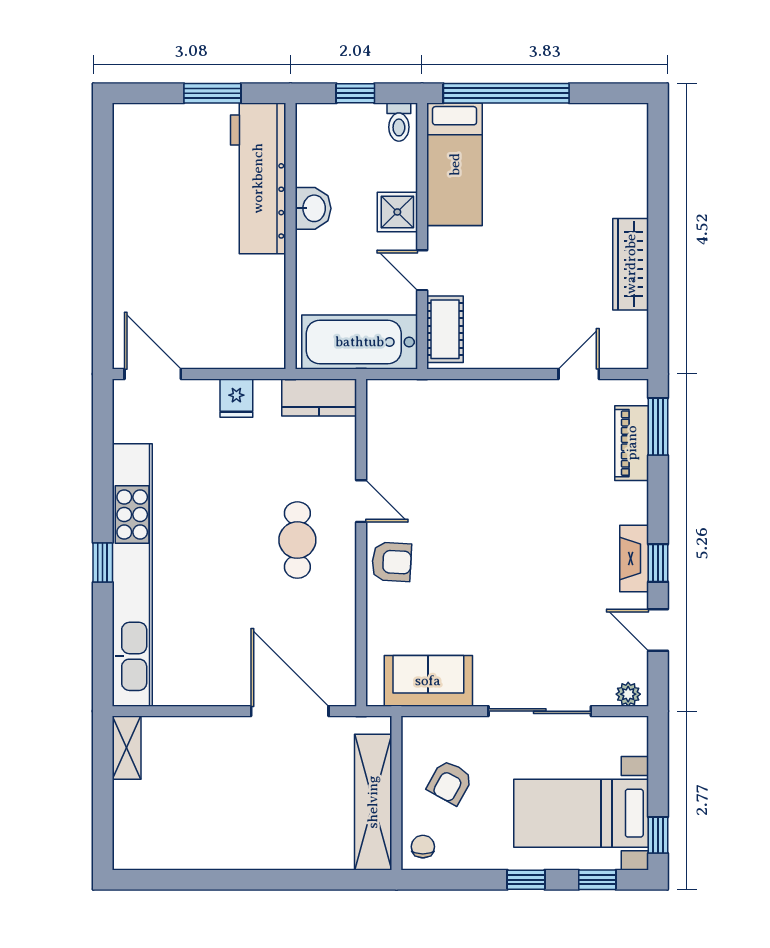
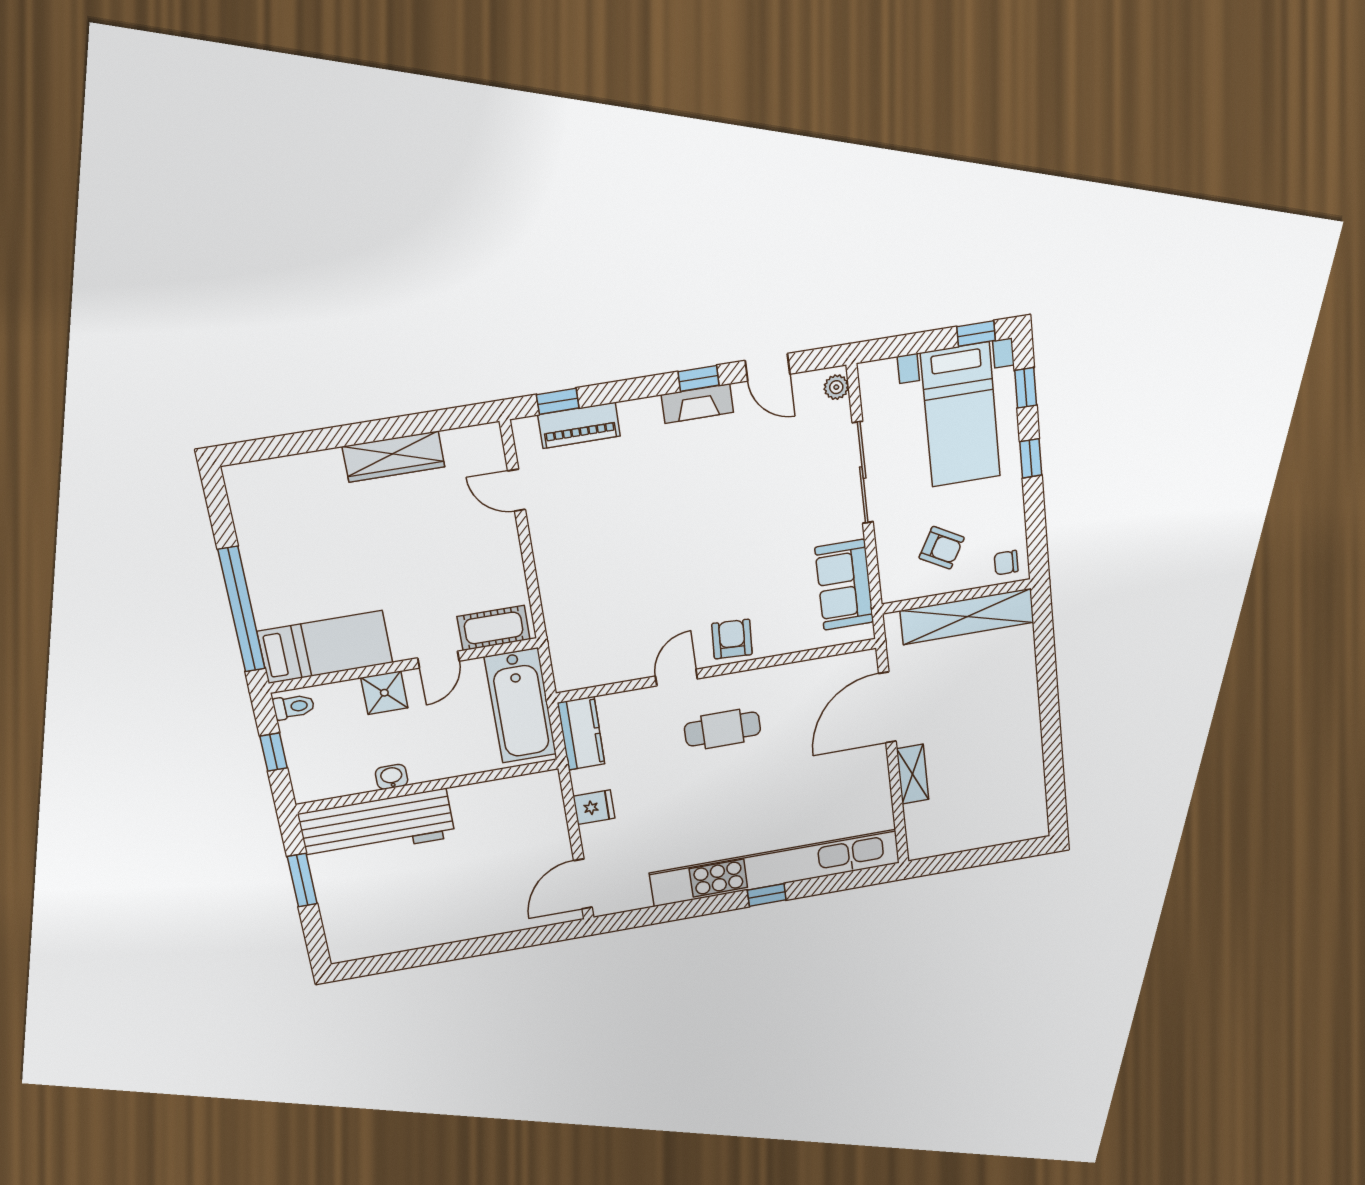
washbasin: (313, 208) -> (392, 777), width x0.72, depth x0.69
window: (658, 427) -> (558, 401), width x0.67
door: (658, 630) -> (767, 367), hinge flipped
shelving: (127, 748) -> (913, 774), moved, turned 90

